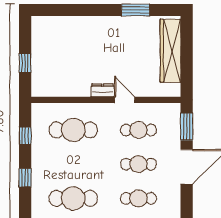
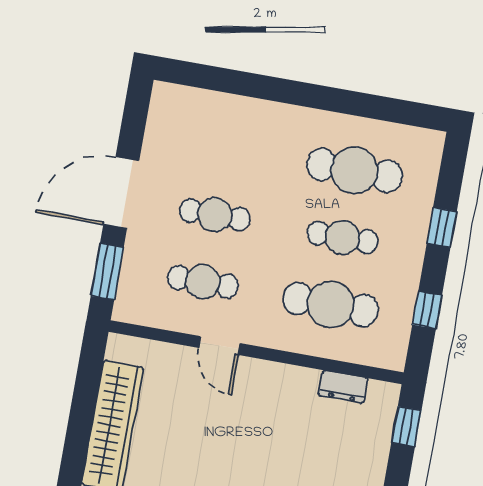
window: (25, 63) -> (406, 427), moved
dresser: (103, 90) -> (343, 387), moved
cafe table: (138, 198) -> (343, 237), moved

